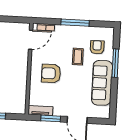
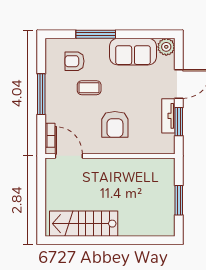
sofa: (102, 83) -> (133, 52), width x0.73
tv unit: (40, 111) -> (168, 116), moved
plant: (104, 112) -> (166, 47), added

